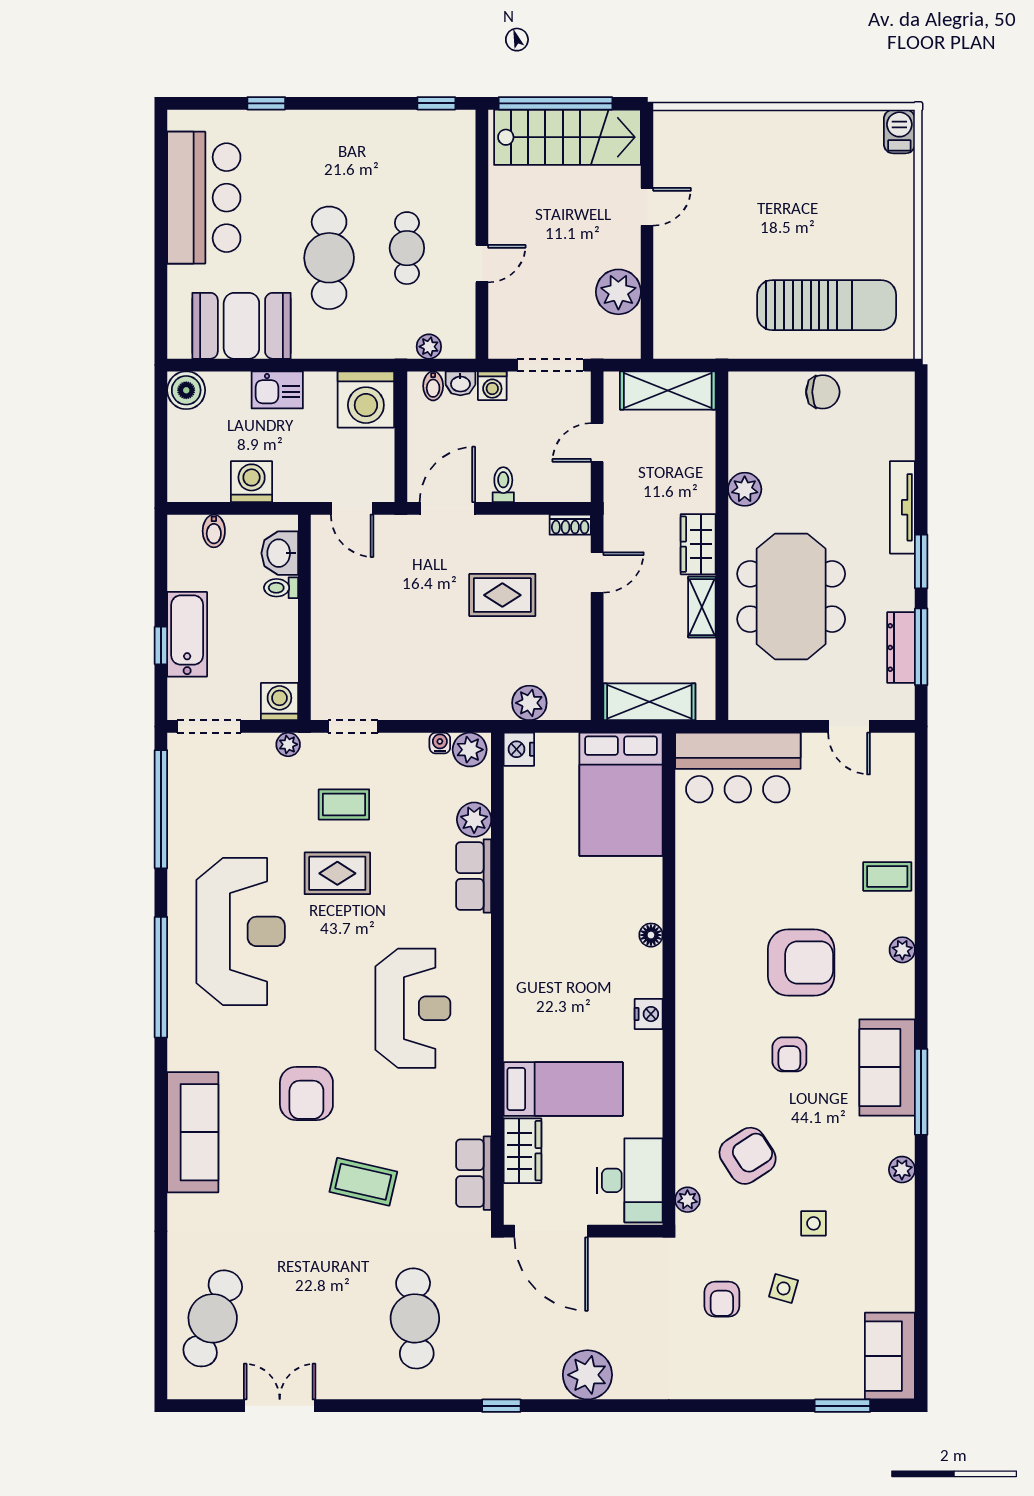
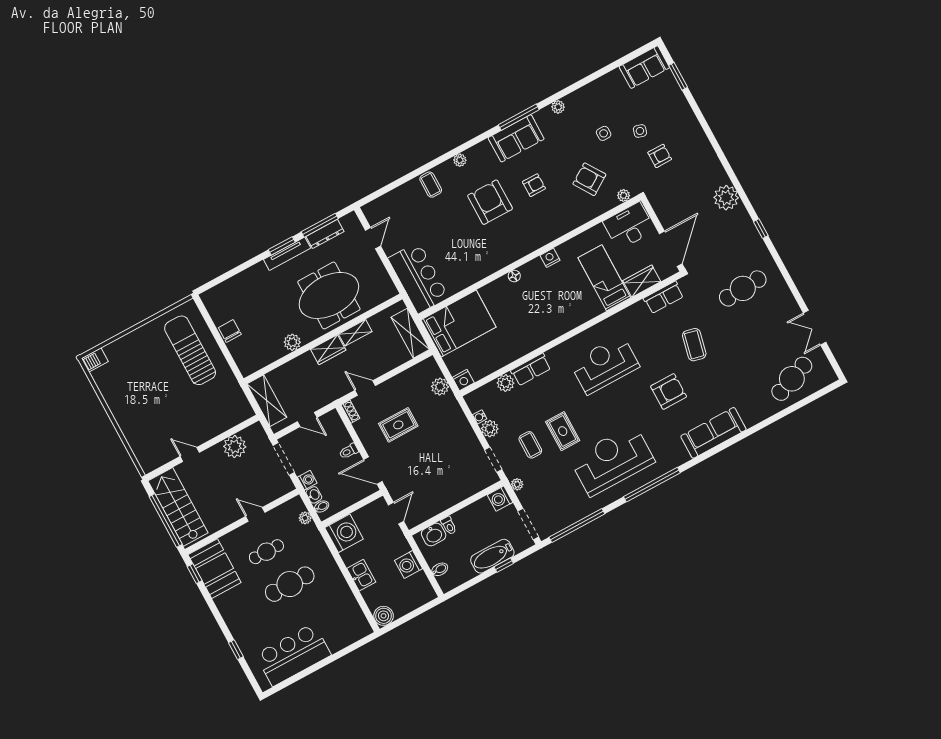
booth: (241, 326) -> (215, 569), moved
tv unit: (902, 507) -> (287, 254), moved
rug: (502, 595) -> (398, 425), turned 90
plant: (470, 750) -> (490, 429), moved
cafe table: (213, 1318) -> (792, 379), turned -42

